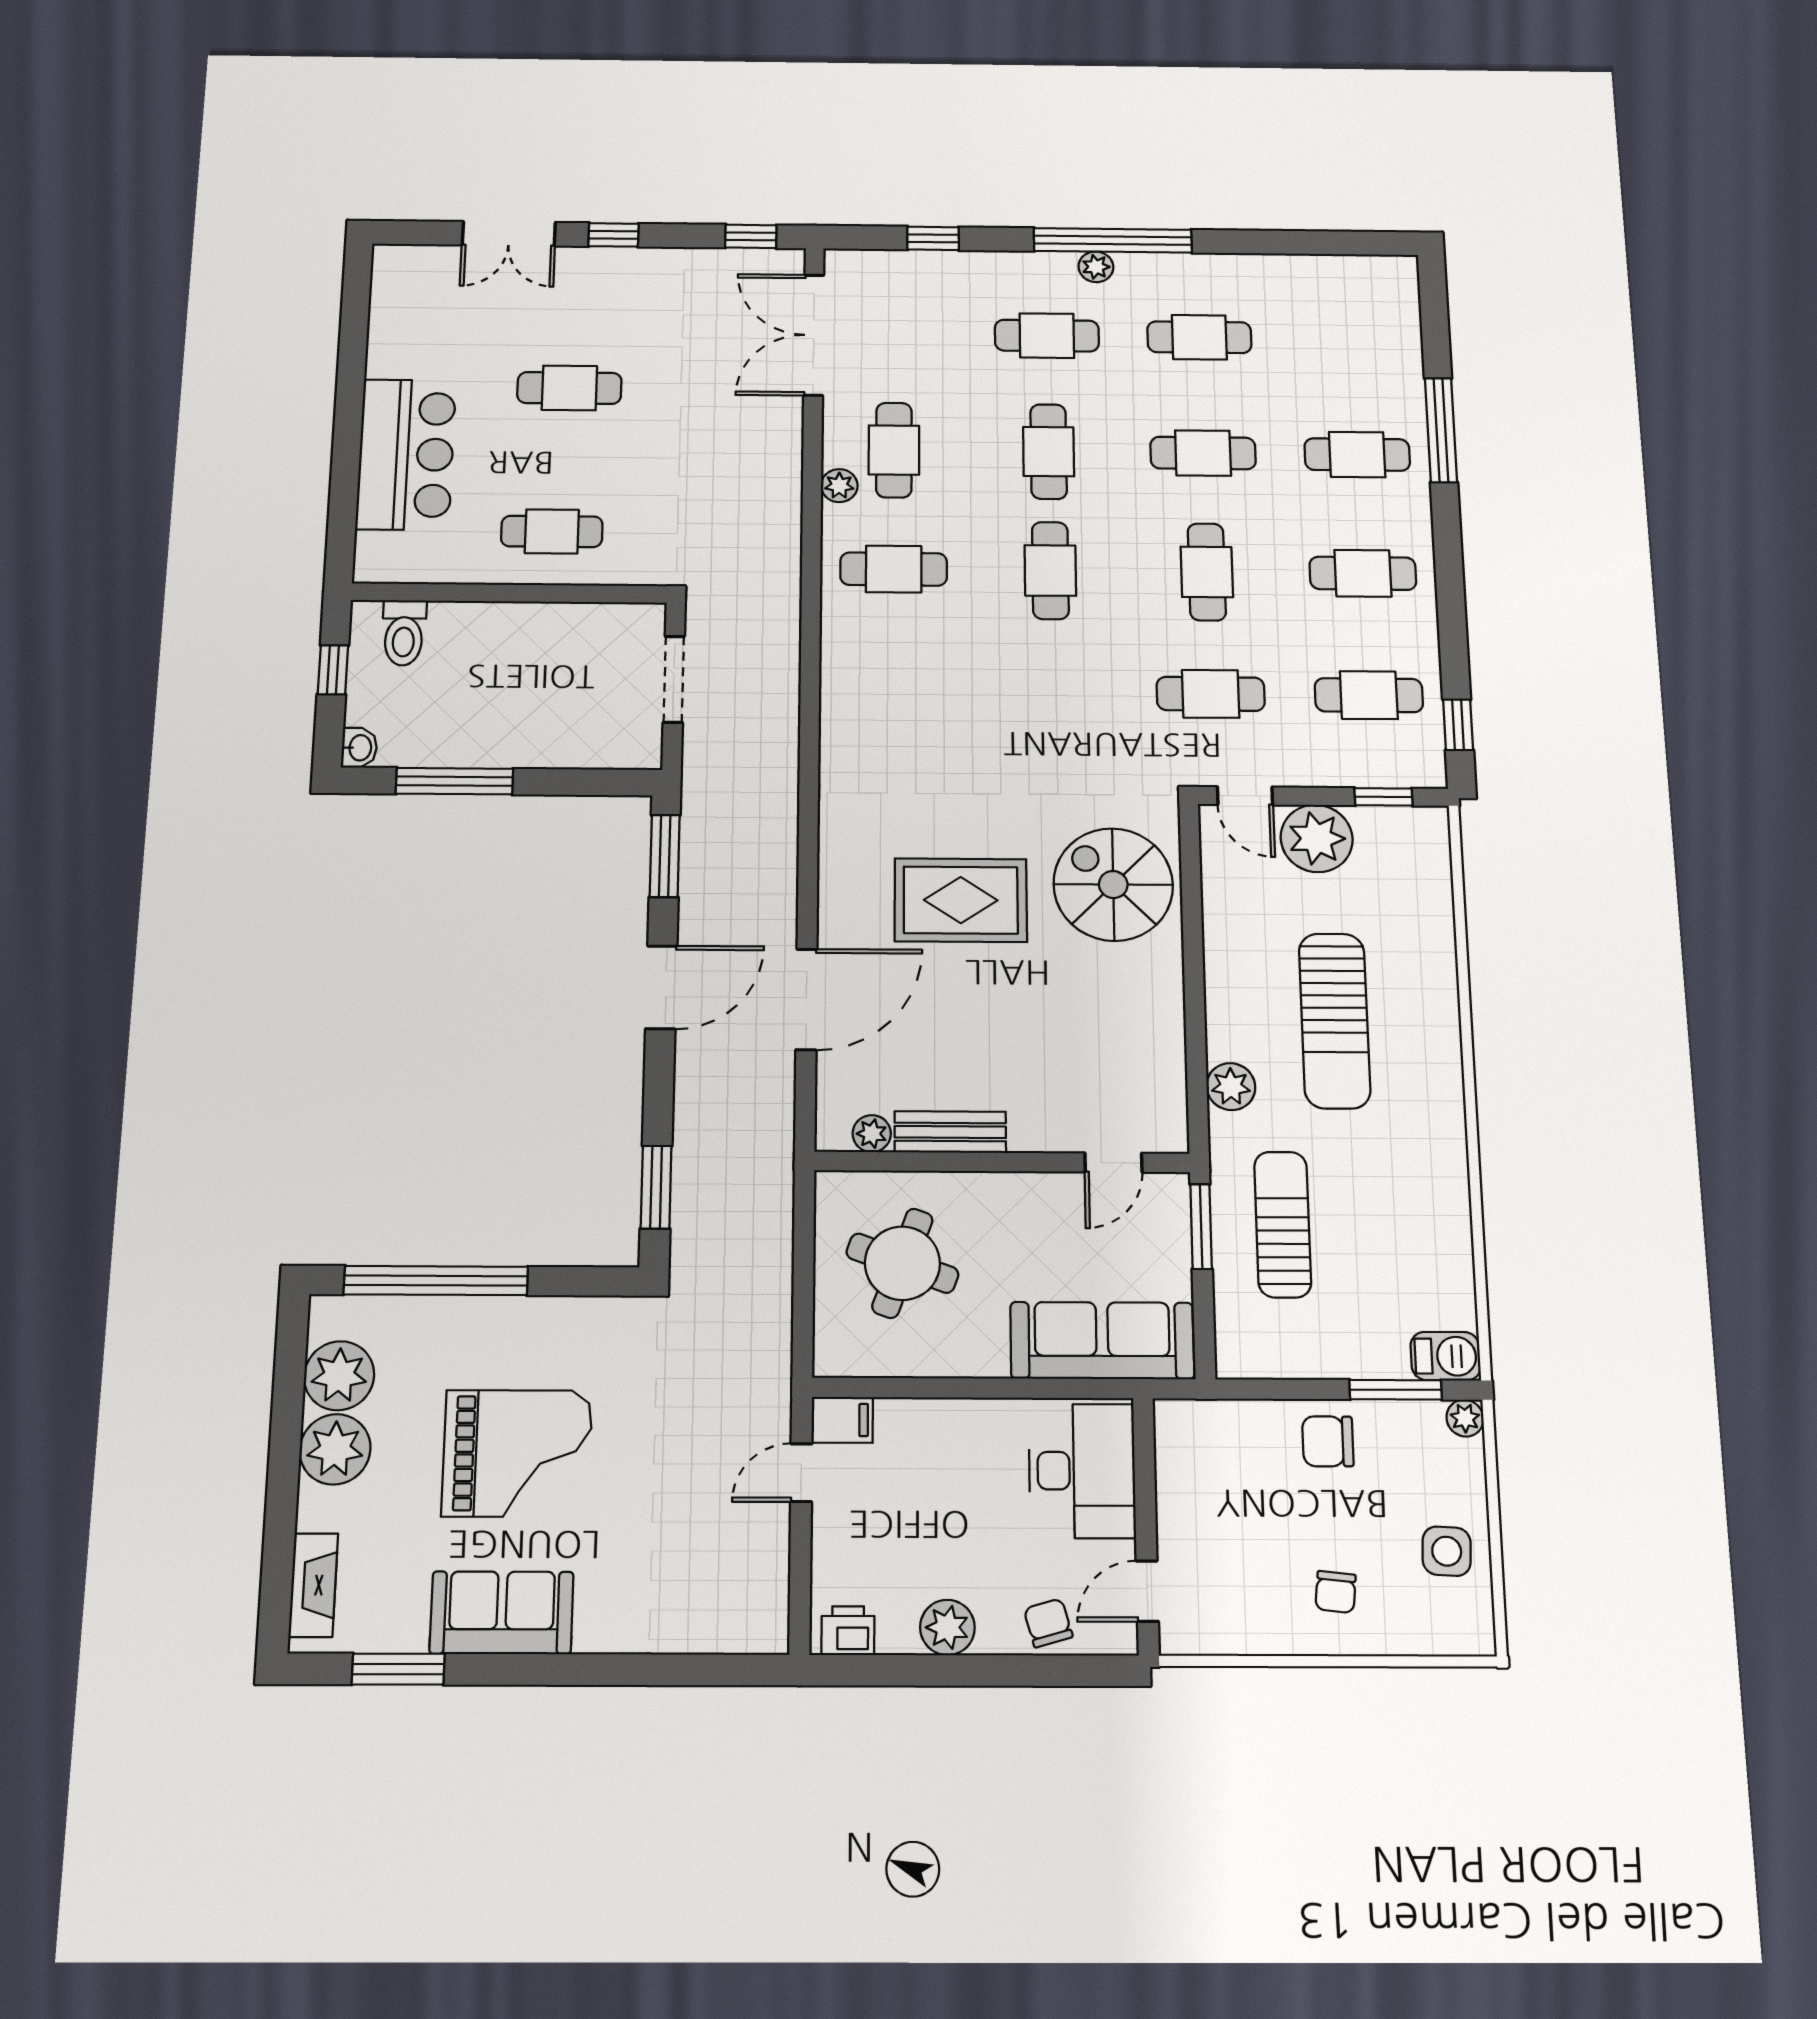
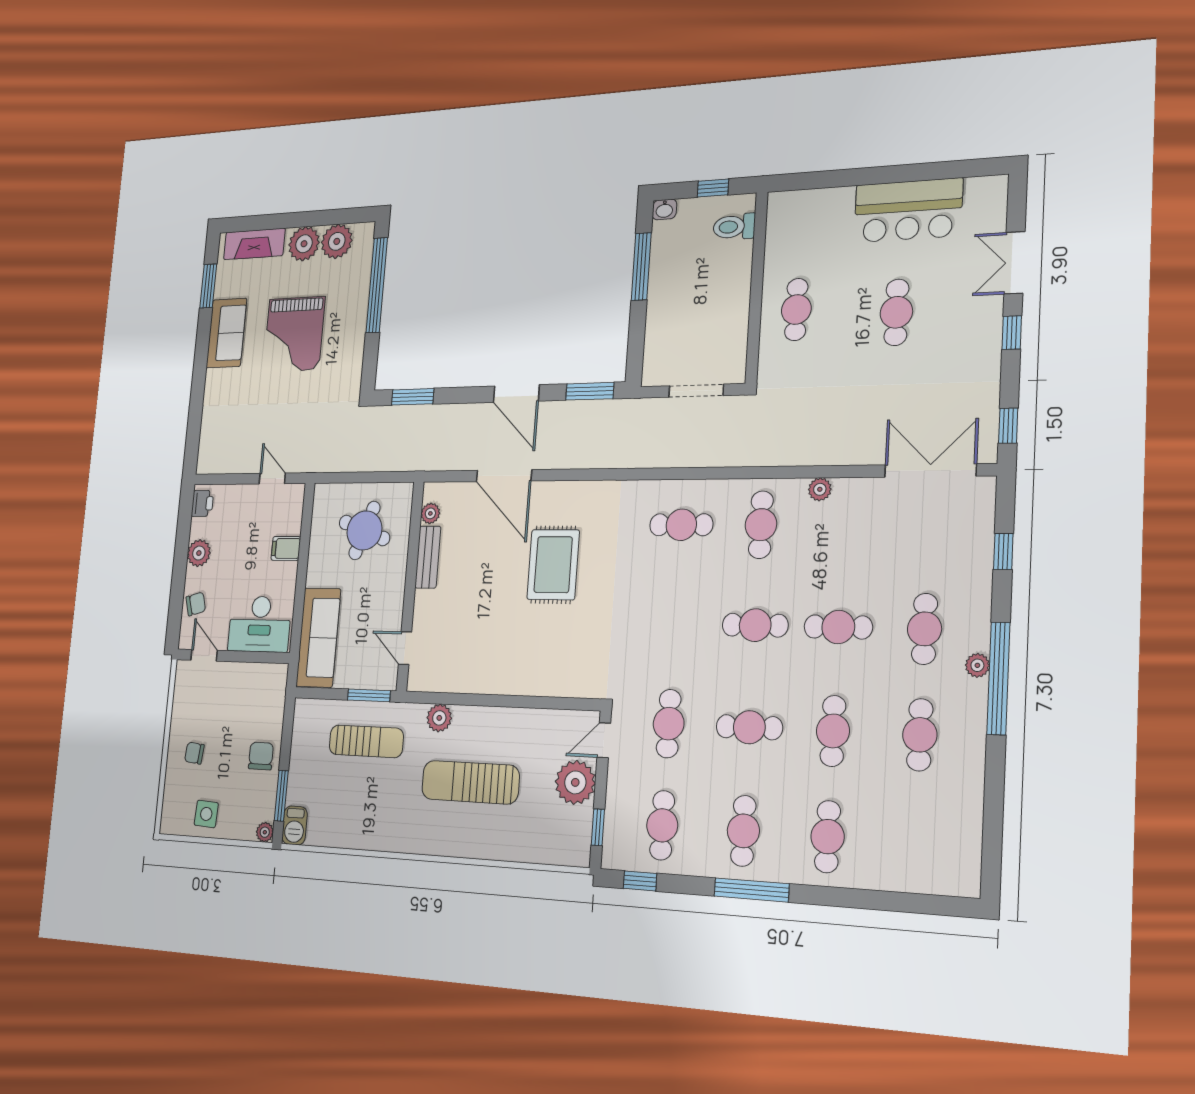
window: (1441, 430) -> (752, 890), moved
cafe table: (894, 450) -> (681, 525), moved
bar counter: (406, 454) -> (908, 210), moved
spiral stairs: (1113, 885) -> (556, 656), removed
filing cabinet: (842, 1420) -> (286, 548), moved, turned 90
fireplace: (313, 1585) -> (254, 244), width x1.37, depth x1.32

